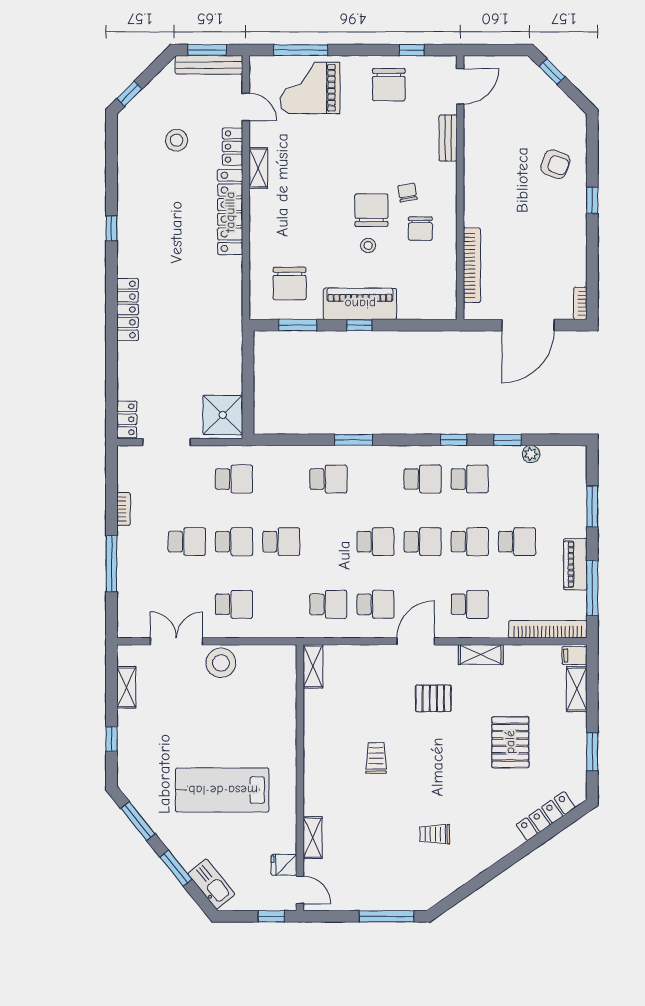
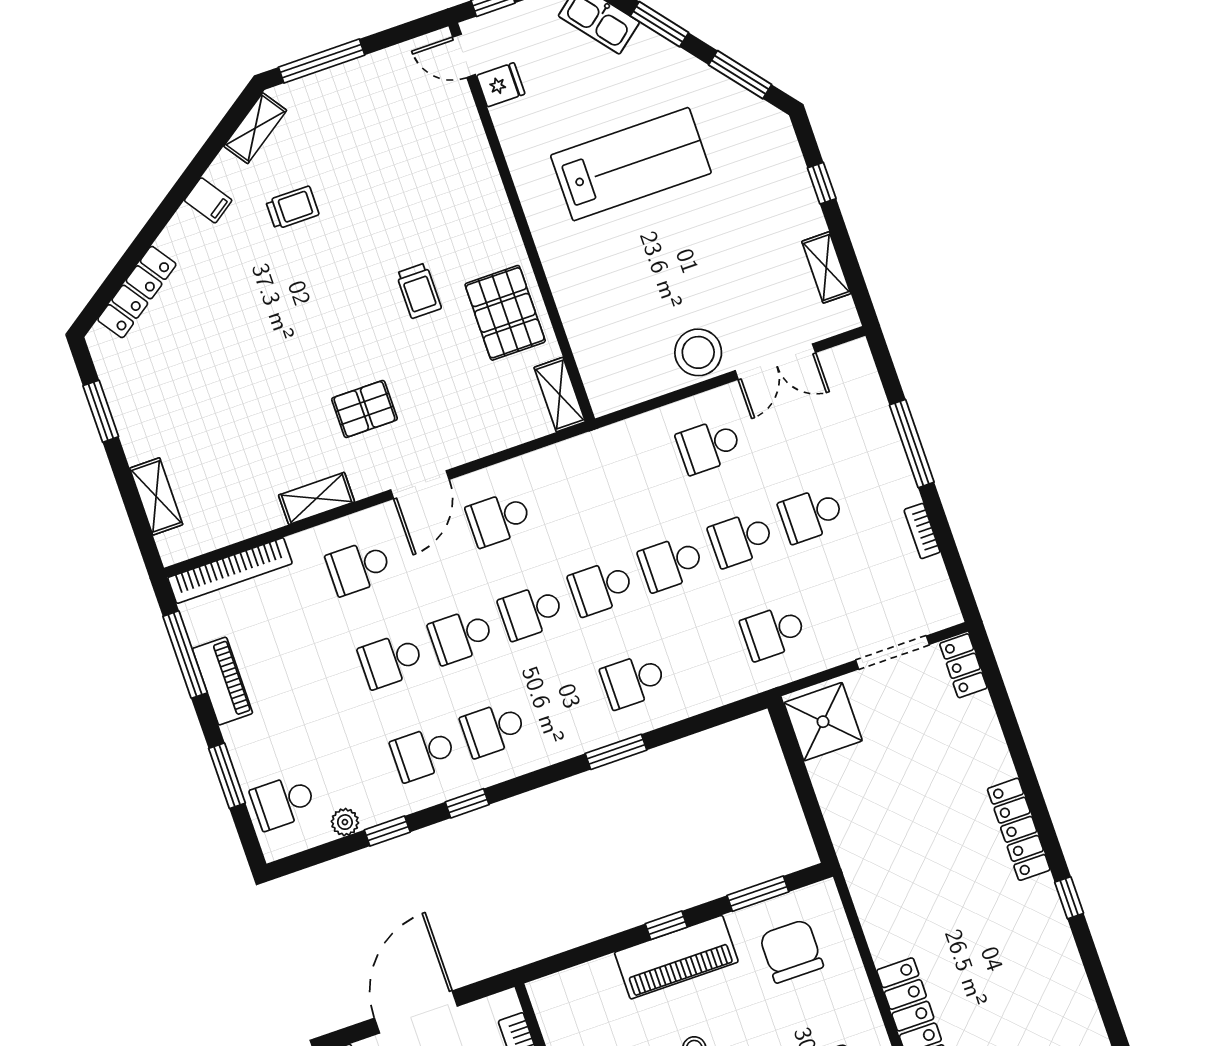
window: (112, 228) -> (1069, 898), moved
school desk: (517, 542) -> (283, 802), moved
school desk: (328, 604) -> (601, 588), moved
filing cabinet: (574, 656) -> (208, 200), moved, turned 55
pallet: (510, 742) -> (505, 313), moved
shelving: (313, 838) -> (255, 128), moved, turned 55

